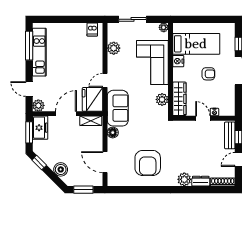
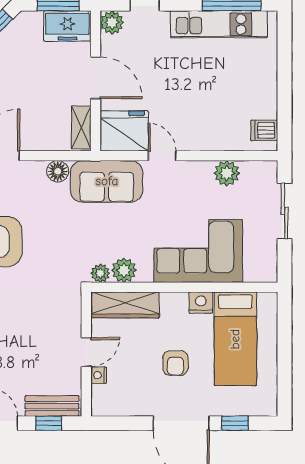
plant: (164, 27) -> (100, 273), moved

